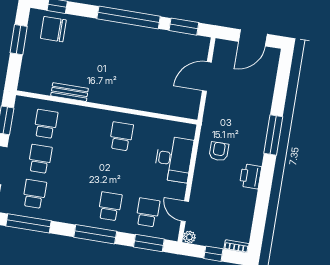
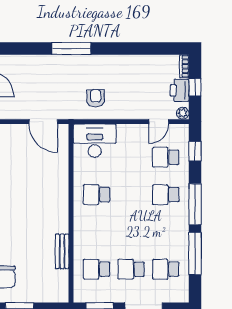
door: (207, 76) -> (43, 122), moved
armchair: (219, 151) -> (96, 98), turned 90
desk: (174, 159) -> (95, 141), moved
printer: (250, 176) -> (180, 90), moved, turned 90
window: (29, 223) -> (195, 254), moved
window: (149, 243) -> (195, 151), width x0.67

